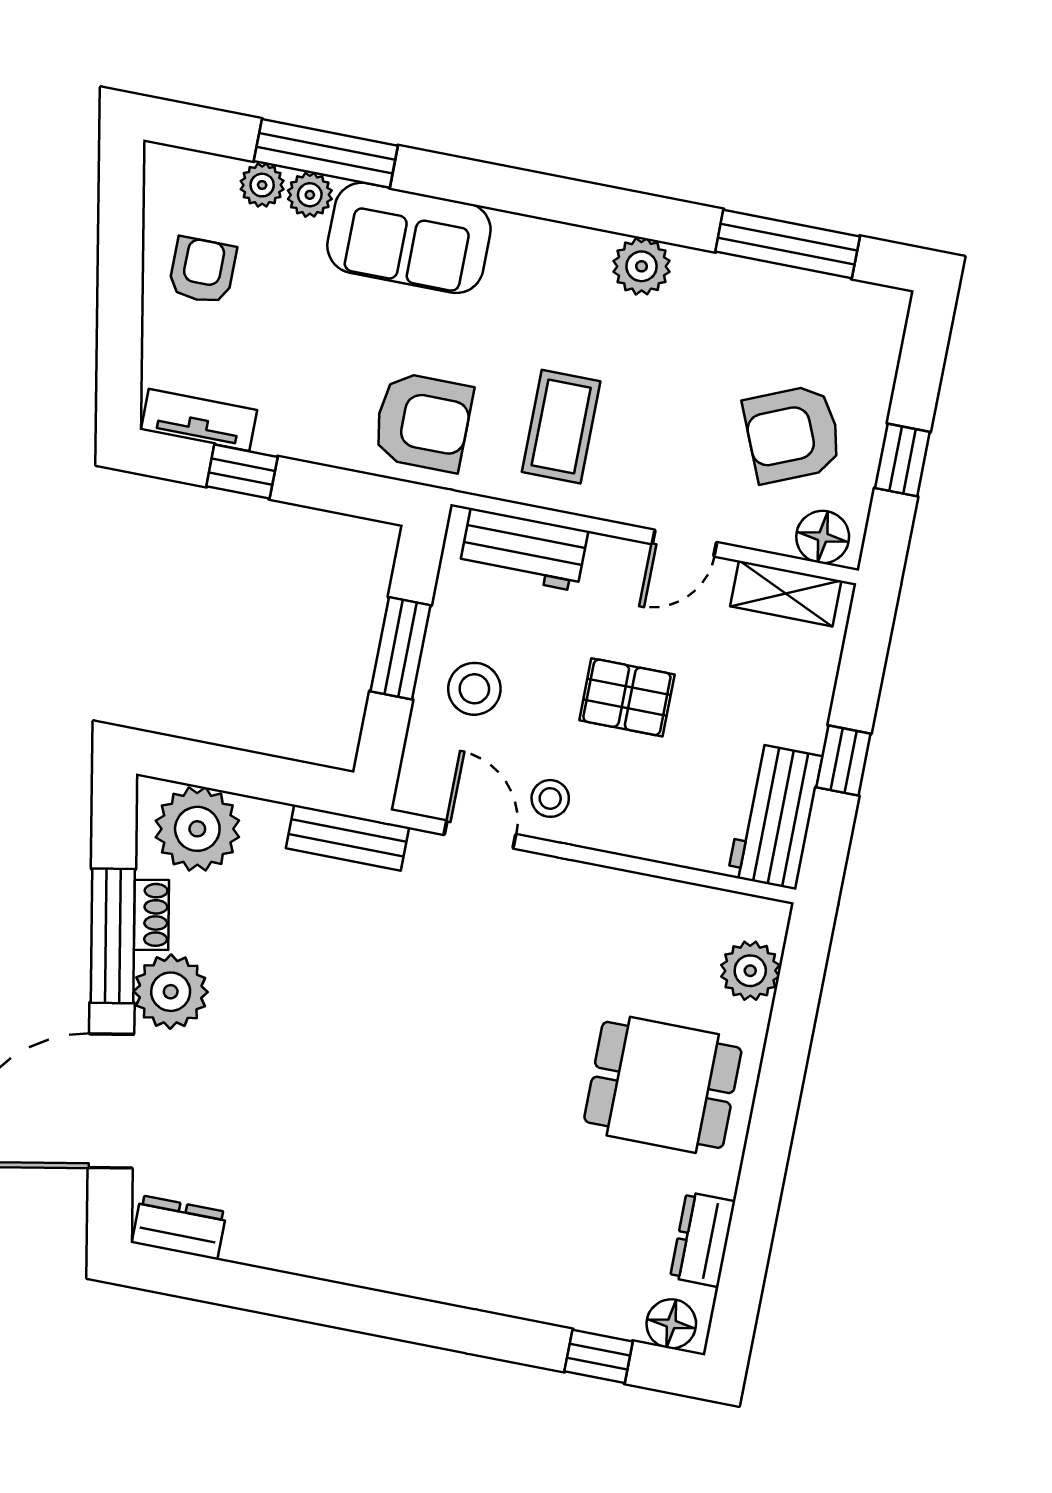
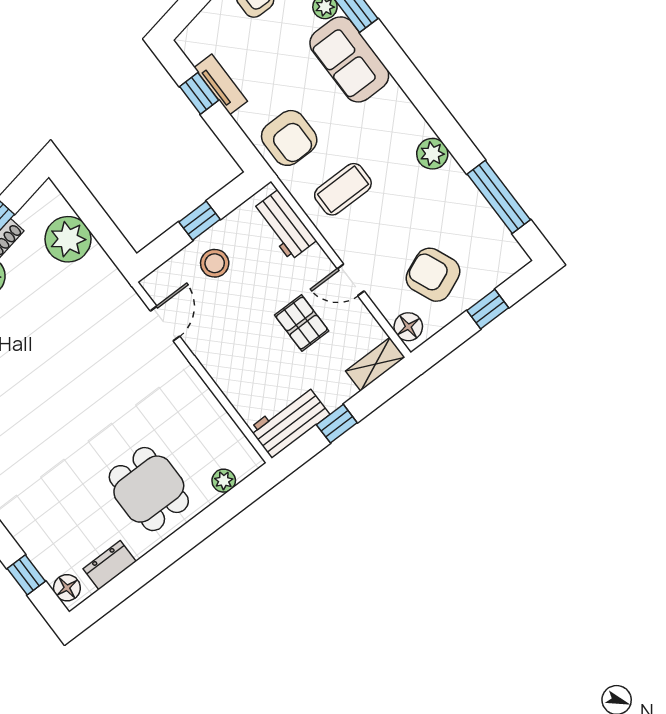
tv unit: (199, 420) -> (221, 84), moved
window: (902, 460) -> (488, 309), moved
shelving: (786, 593) -> (375, 364), moved, turned 90
window: (400, 648) -> (200, 221), width x0.67
pallet: (627, 697) -> (302, 323), moved
stool: (550, 798) -> (206, 334), removed
plant: (197, 829) -> (68, 239), moved
bench: (348, 838) -> (111, 278), removed
plant: (750, 971) -> (224, 481), width x0.73, depth x0.73

